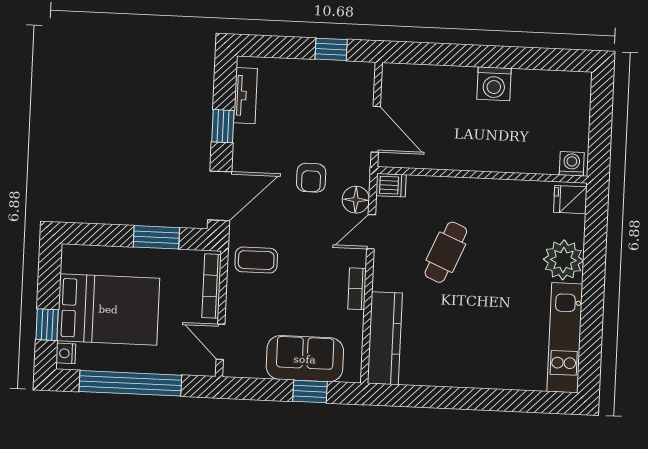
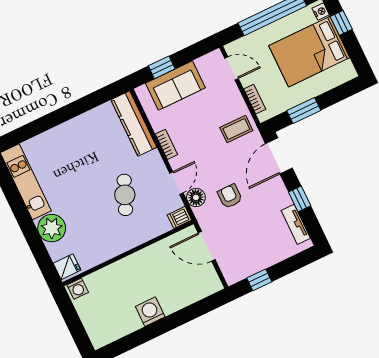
bookcase: (212, 286) -> (255, 99), width x0.64

